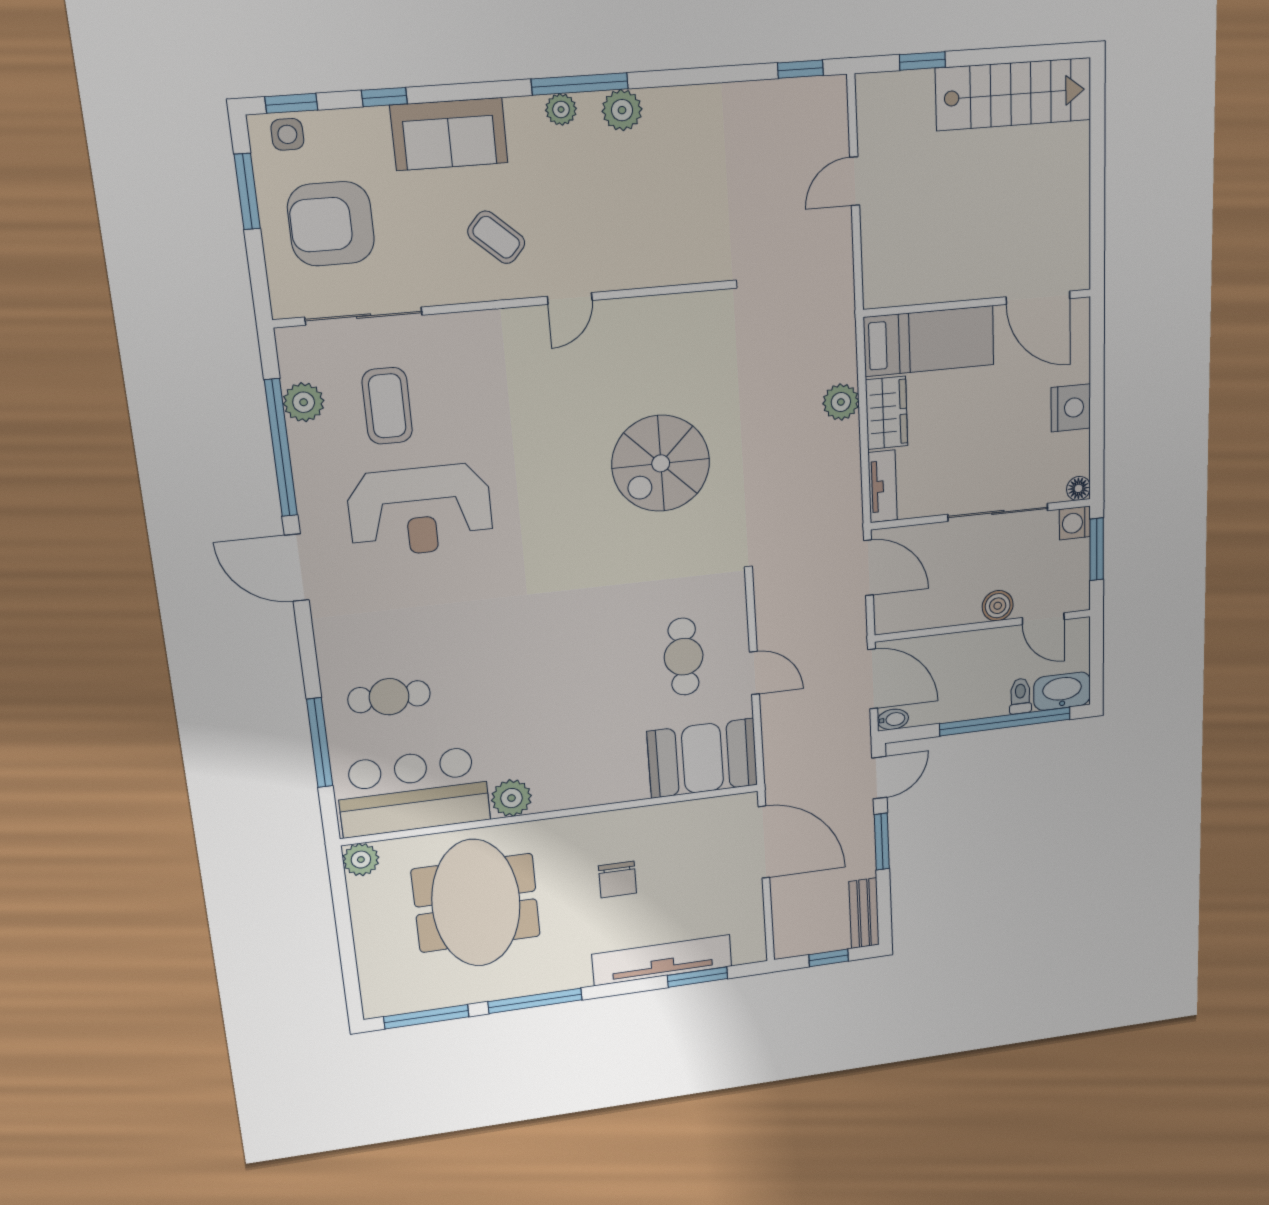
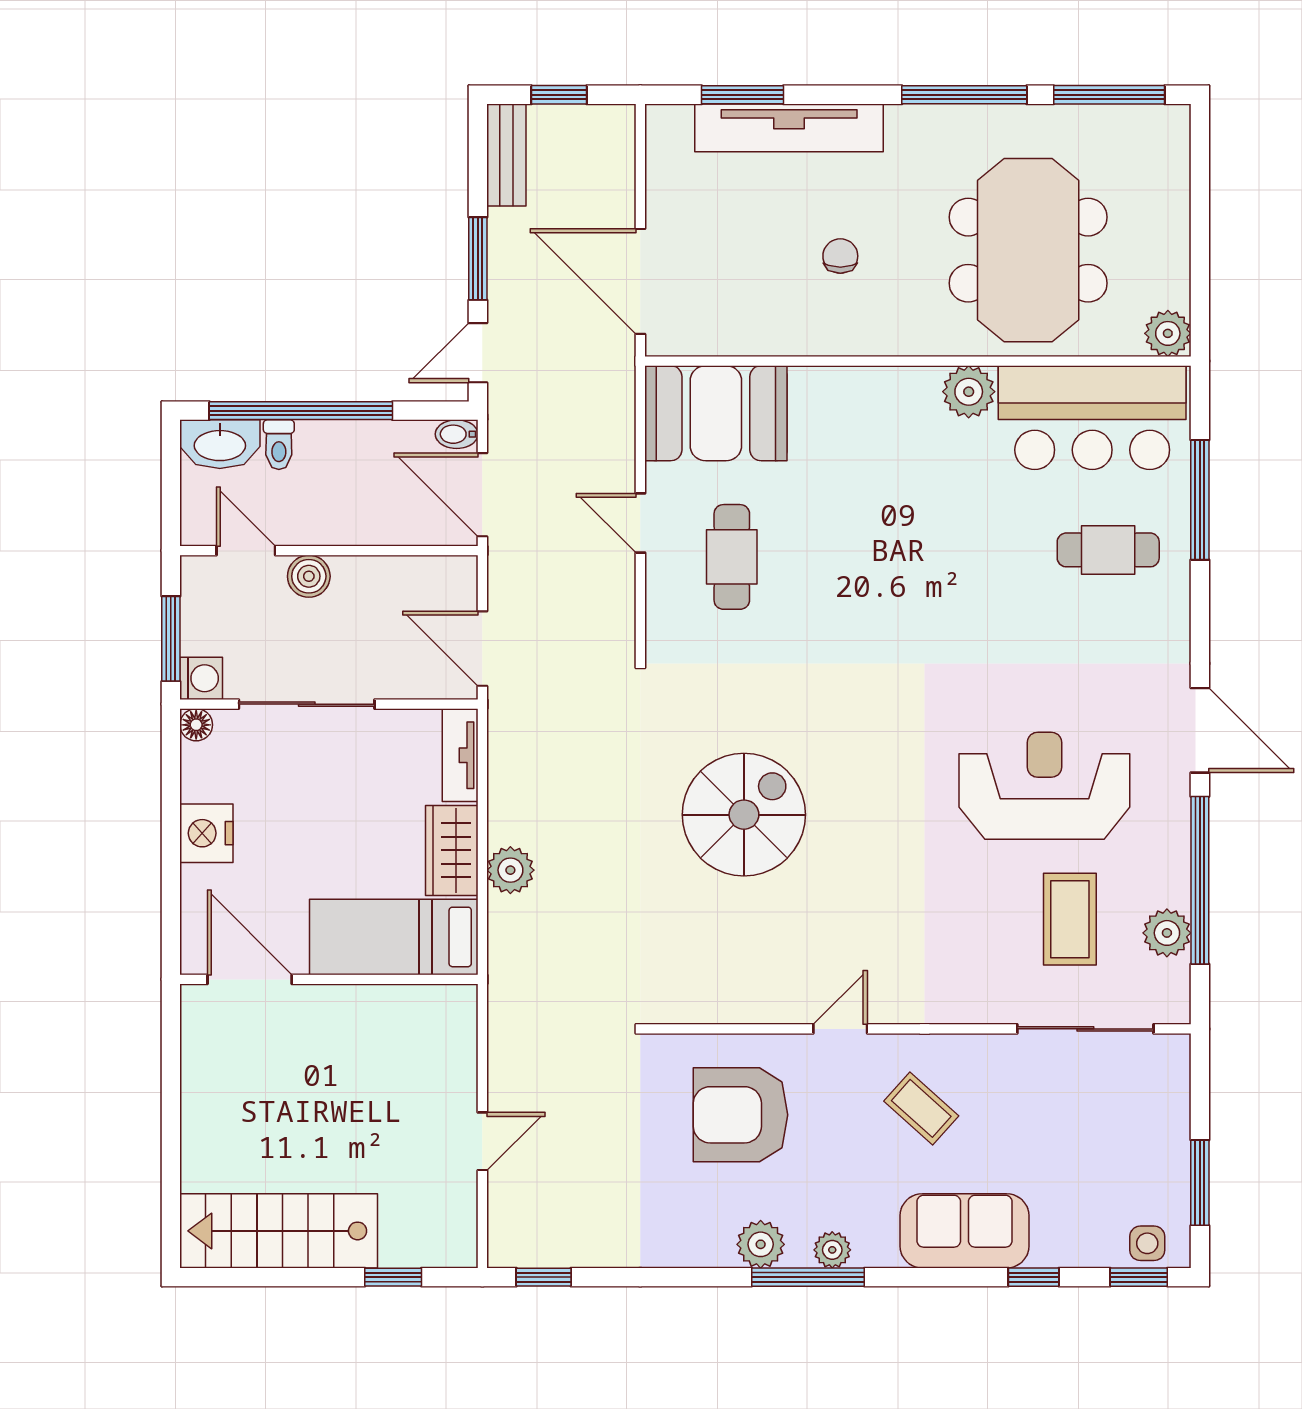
armchair: (331, 224) -> (741, 1115), moved, turned 180
chair: (618, 879) -> (840, 256), width x0.73, depth x0.73

